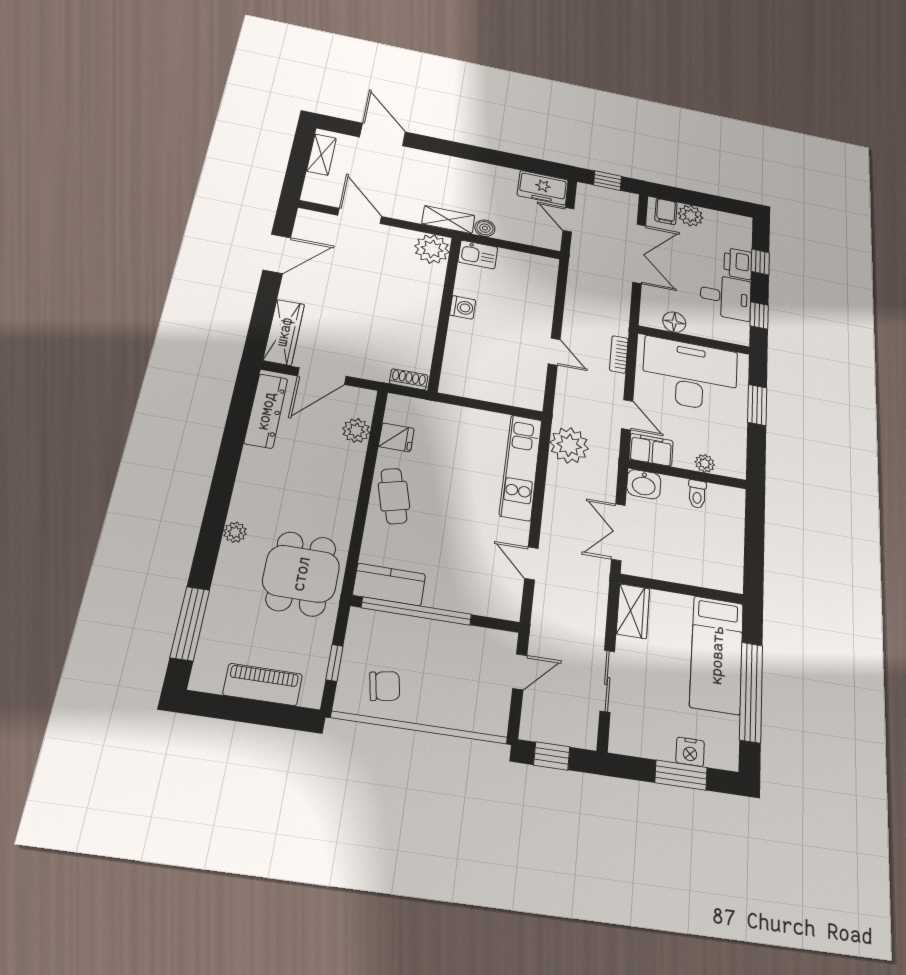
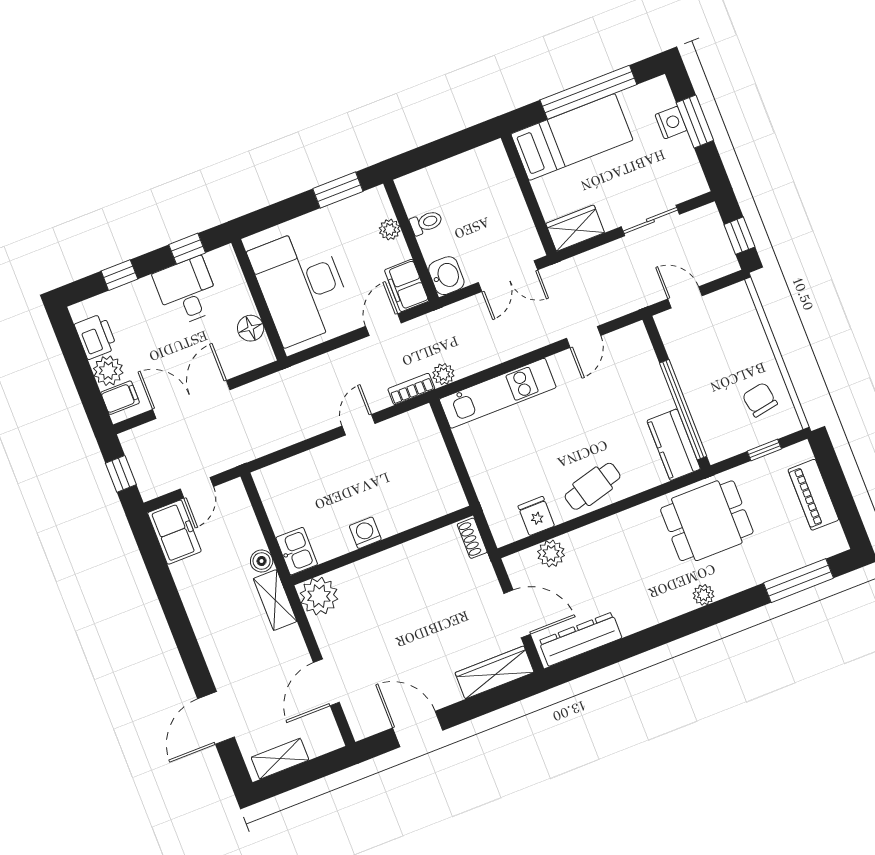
printer: (738, 264) -> (96, 336), moved, turned -90
bookcase: (619, 354) -> (411, 389), moved, turned 180
window: (757, 405) -> (338, 190), moved
plant: (569, 445) -> (443, 374), width x0.53, depth x0.53

